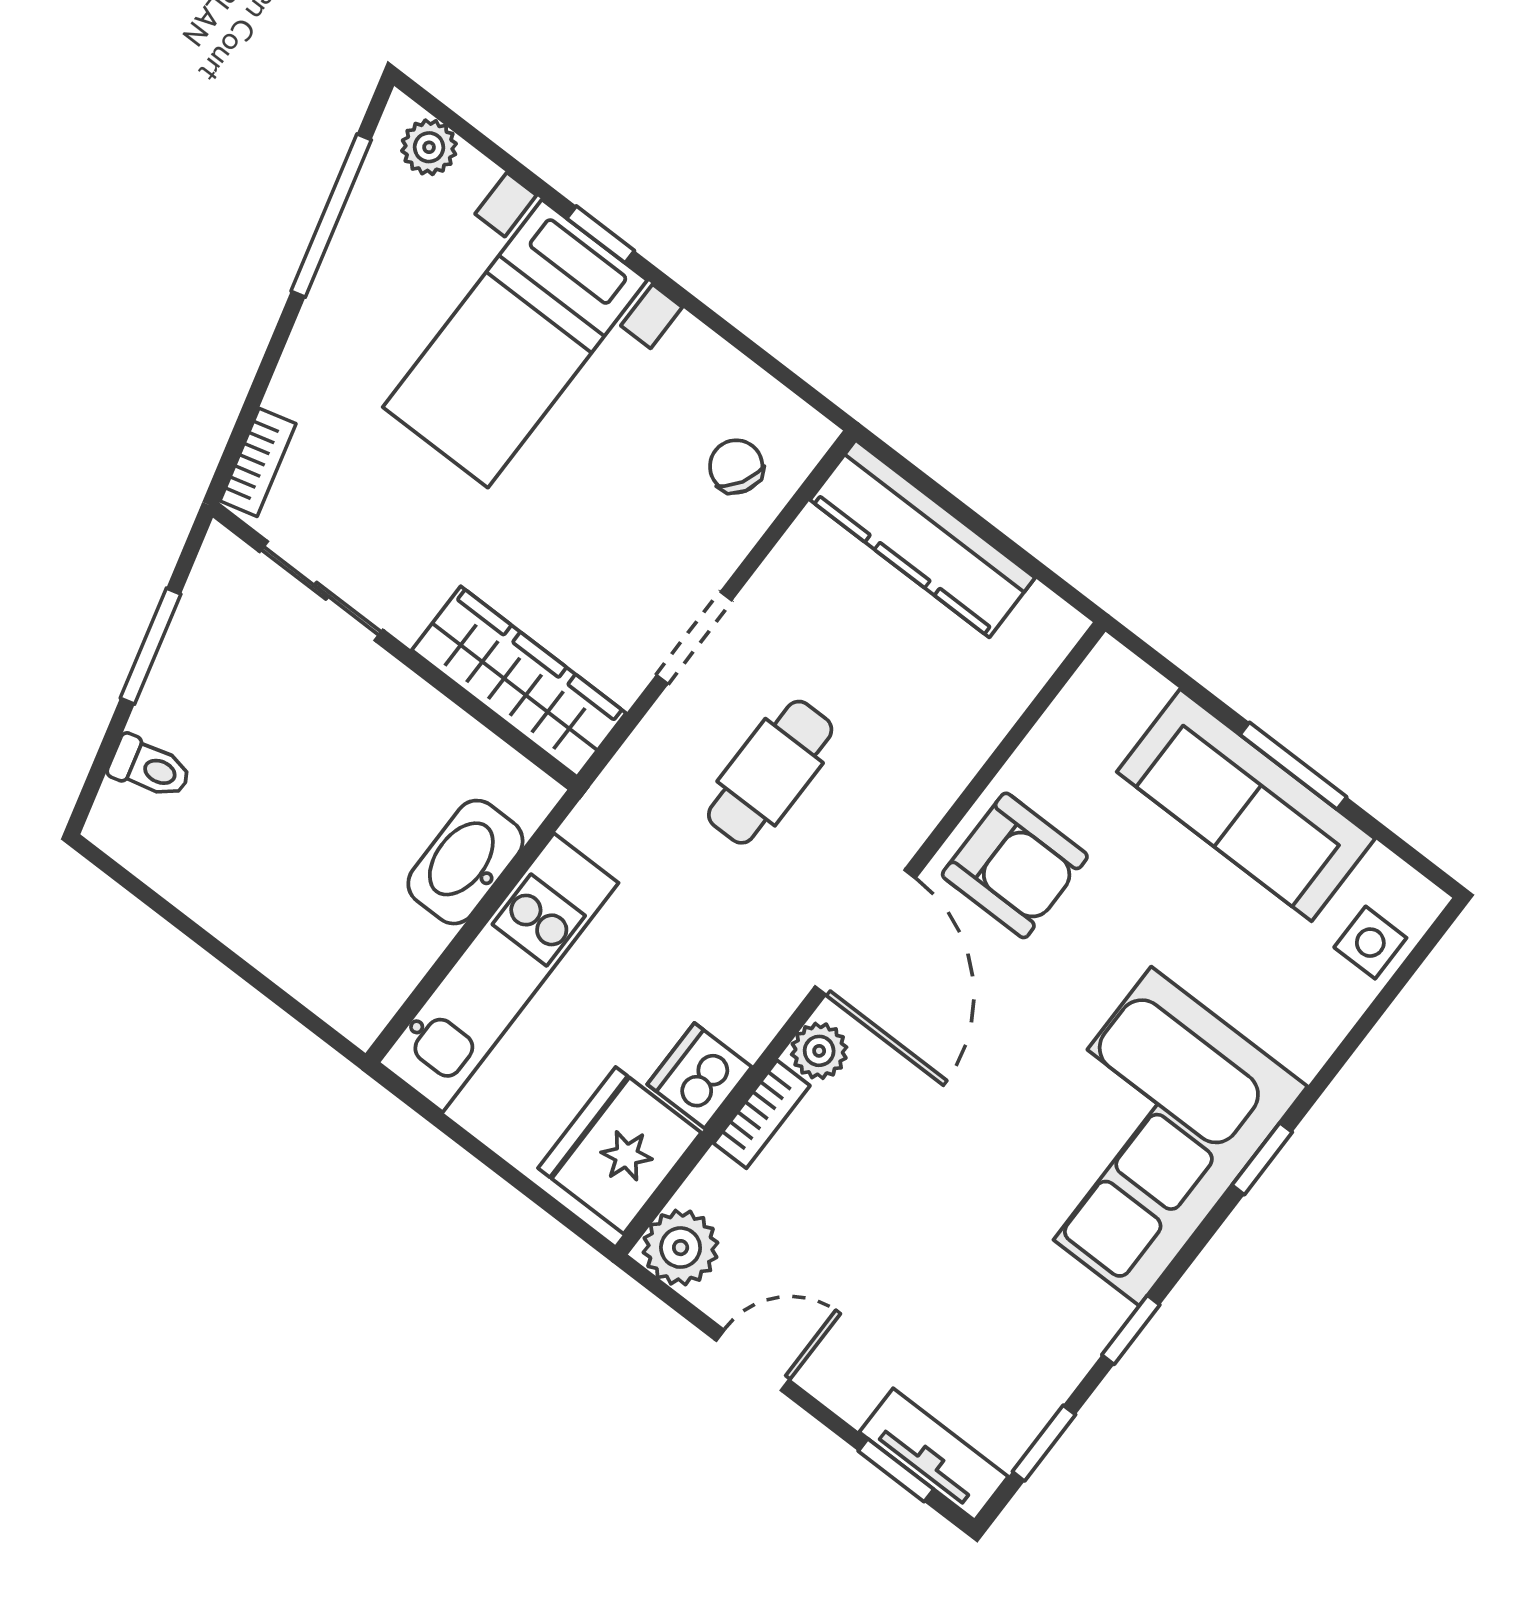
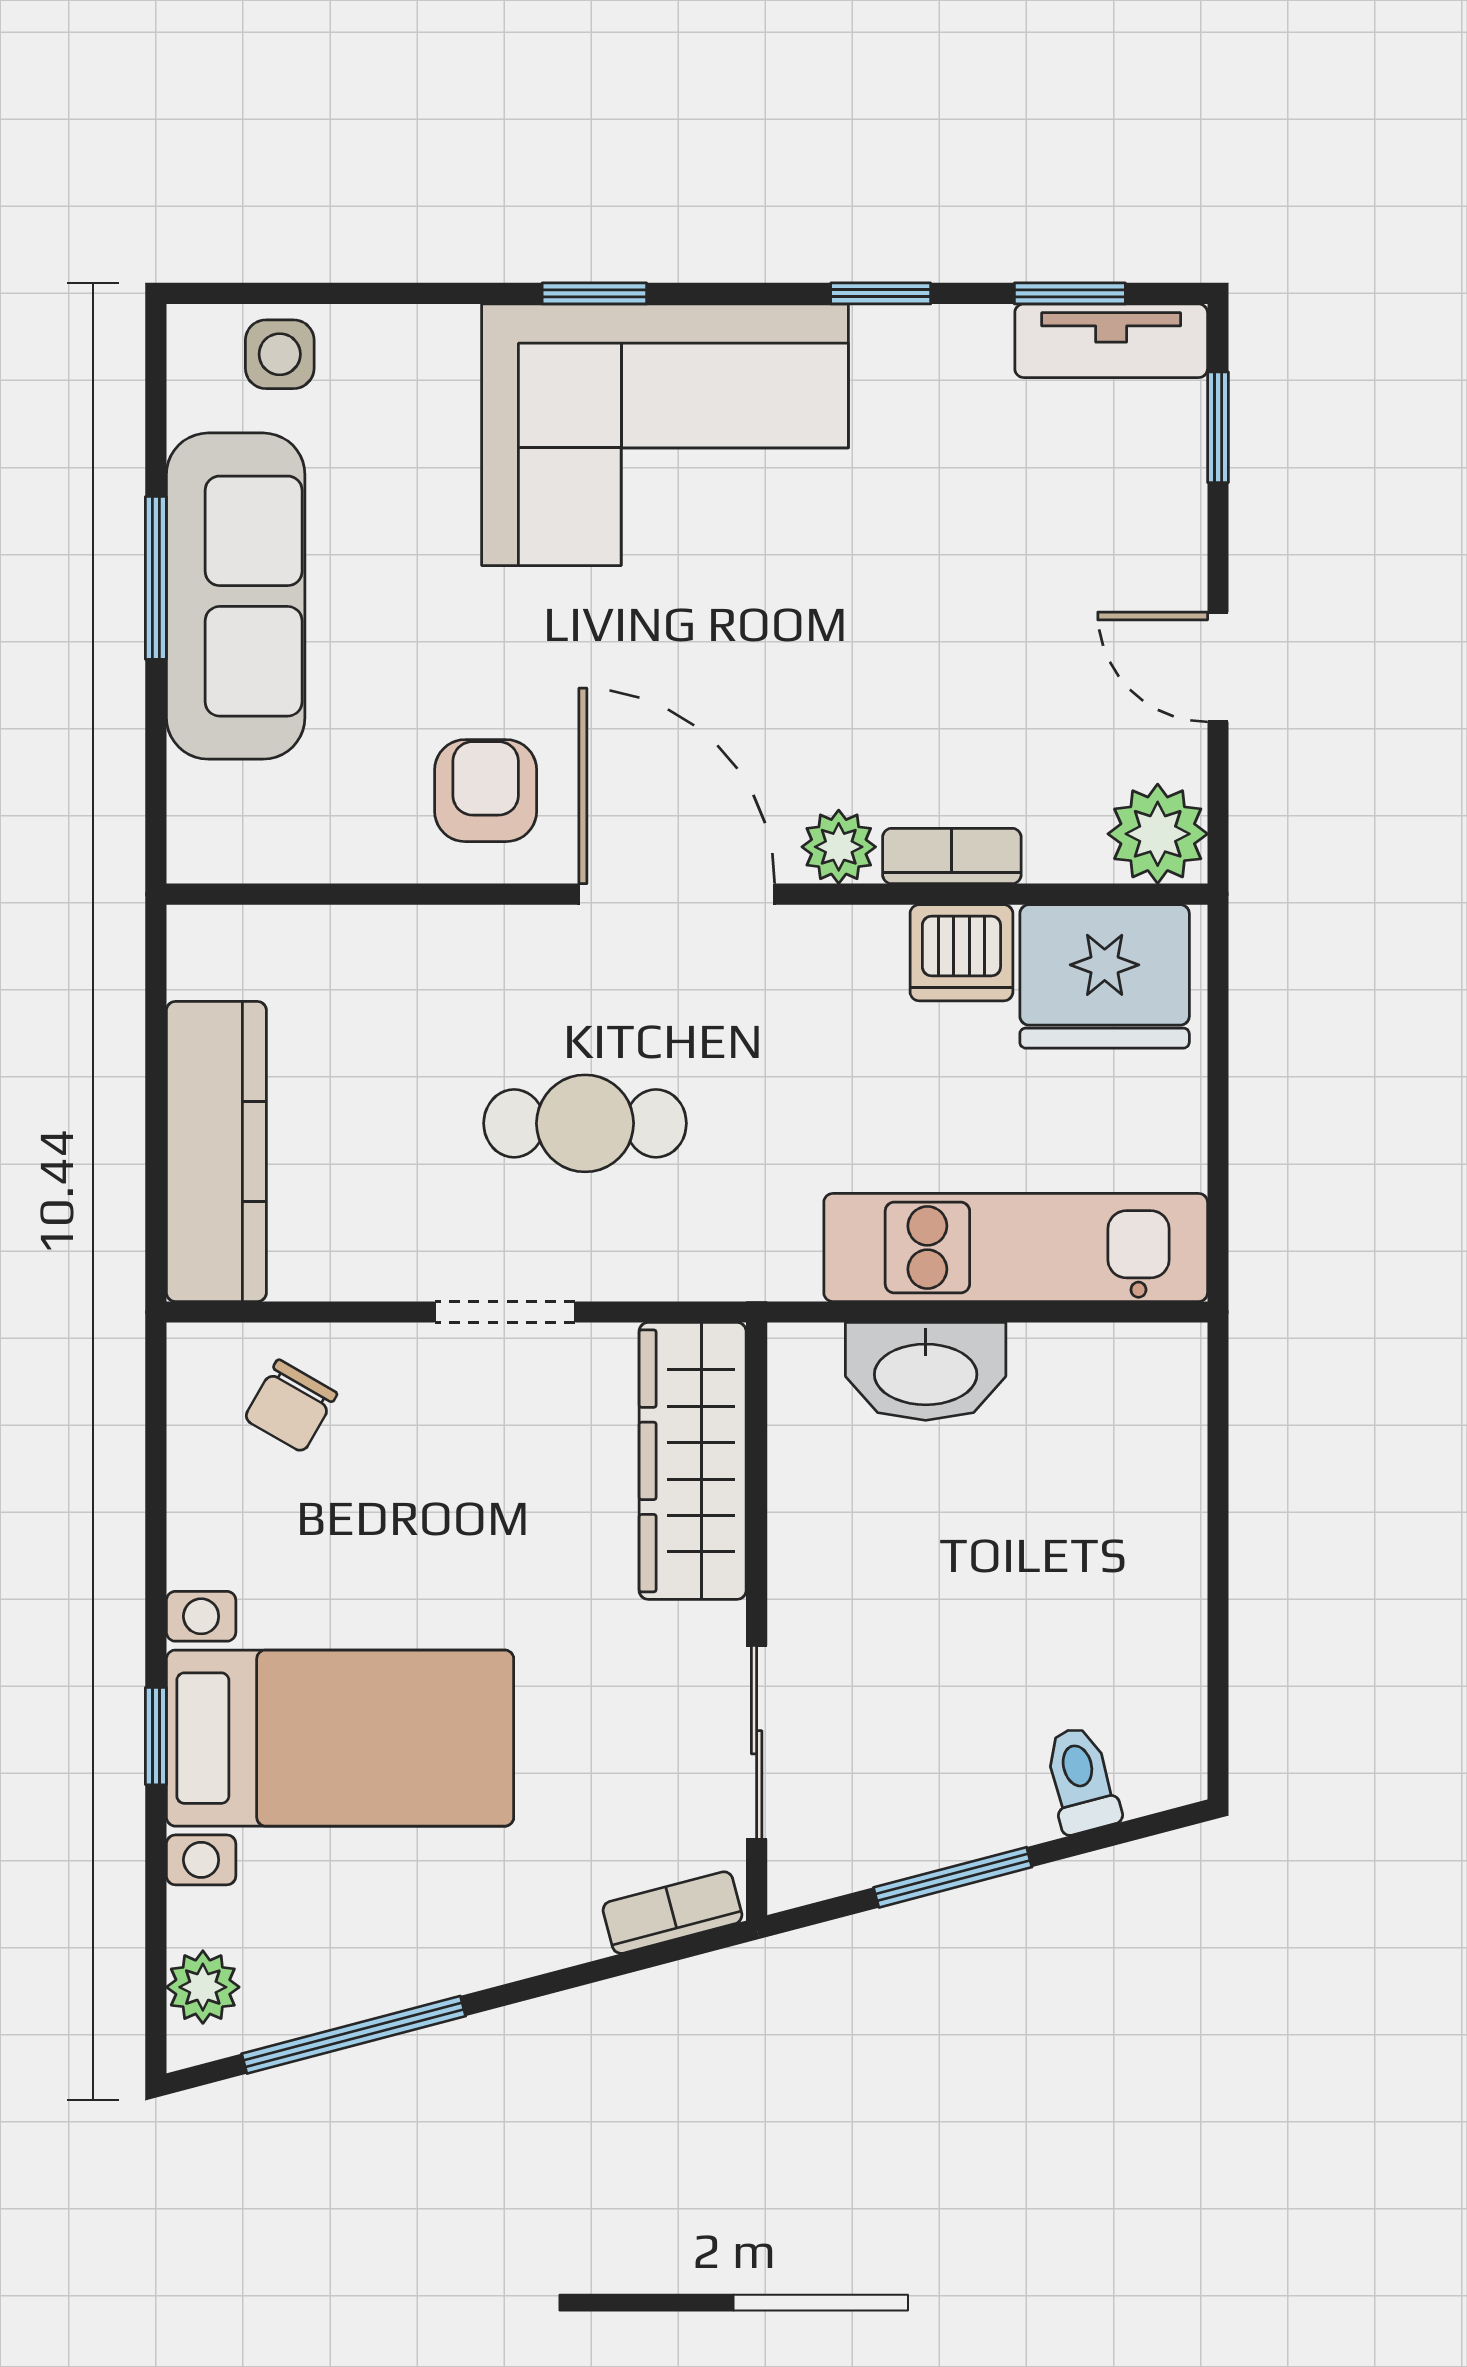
armchair: (1015, 865) -> (486, 791), width x0.72, depth x0.72
door: (865, 932) -> (677, 894), hinge flipped
tv unit: (934, 1454) -> (1111, 341), moved, turned -90

